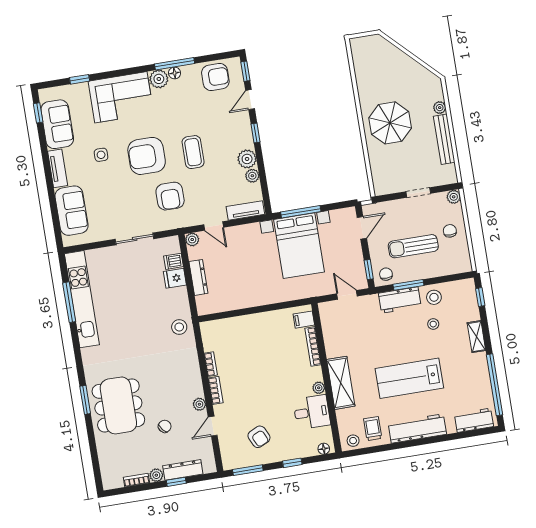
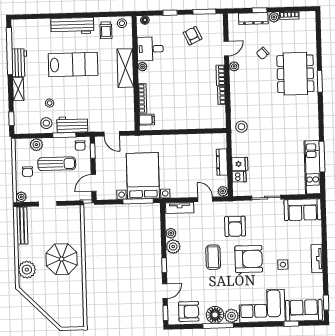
floor lamp: (175, 73) -> (215, 315), width x1.89, depth x1.89
armchair: (215, 77) -> (189, 312), turned 180
plant: (440, 108) -> (27, 270), width x1.88, depth x1.88
sofa: (57, 124) -> (304, 310), moved, turned 90
bench: (444, 139) -> (22, 226), moved
armchair: (170, 196) -> (235, 226), turned 180
sofa: (72, 211) -> (303, 210), moved, turned -90
plant: (443, 268) -> (36, 145), added
kitchen unit: (82, 299) -> (312, 167), width x0.73
workbench: (474, 420) -> (19, 63), moved, turned -90

